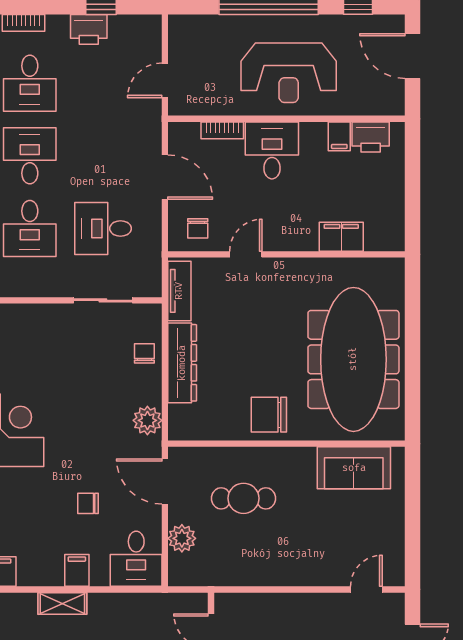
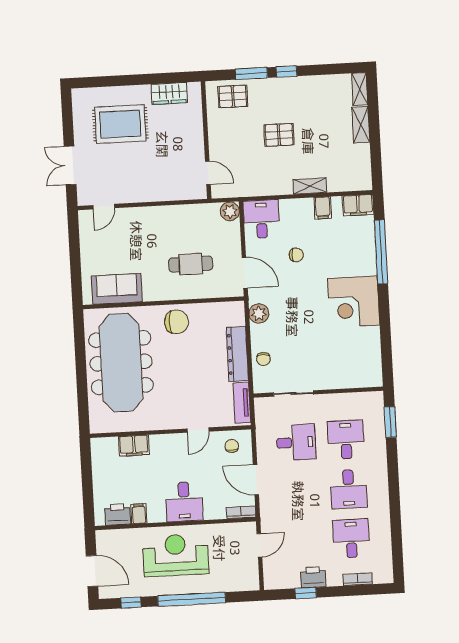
bookcase: (222, 130) -> (241, 512), moved
plant: (182, 538) -> (230, 211), moved
filing cabinet: (77, 570) -> (323, 208), moved

